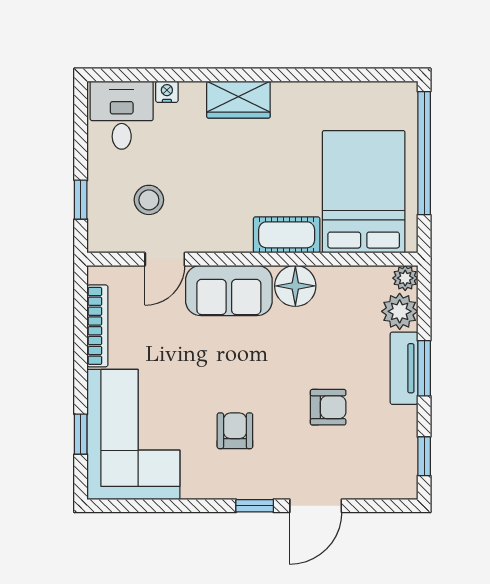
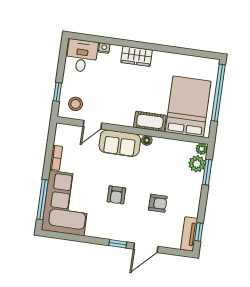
stool: (149, 200) -> (76, 104), moved
floor lamp: (295, 286) -> (147, 140), width x0.53, depth x0.53
bookcase: (97, 326) -> (56, 158), width x0.64
tv unit: (404, 368) -> (189, 234), moved
window: (424, 368) -> (207, 172), moved
armchair: (235, 431) -> (116, 195), moved, turned 180
window: (81, 434) -> (42, 200), width x2.17

